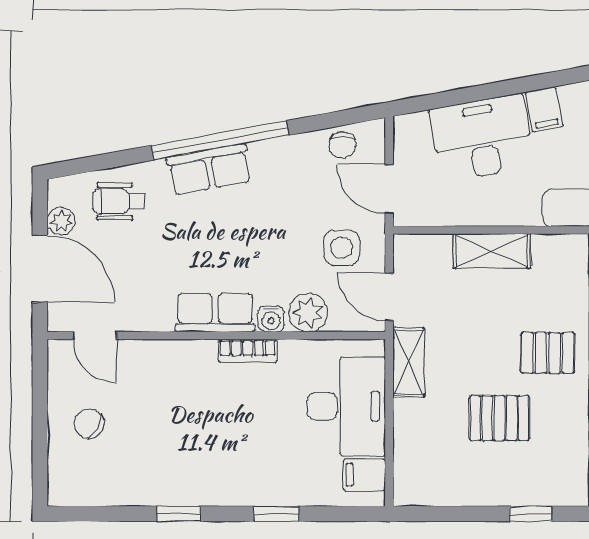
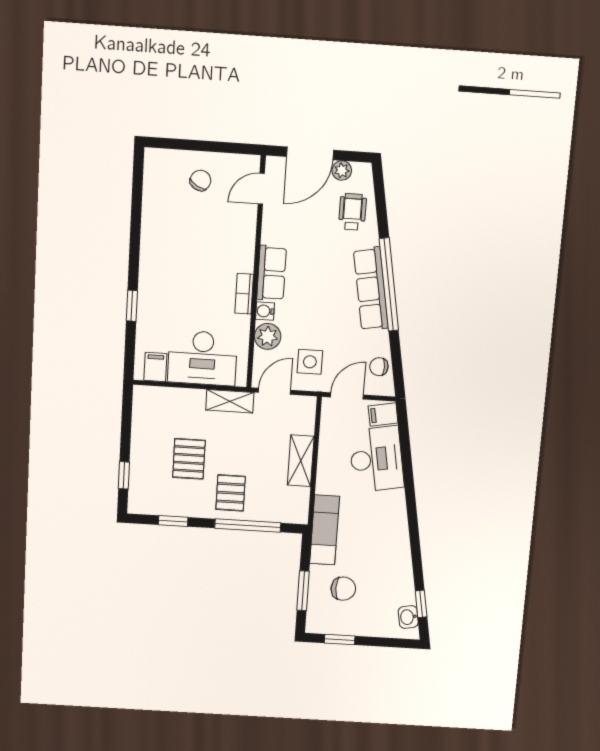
filing cabinet: (544, 109) -> (383, 415), moved
row of seats: (209, 170) -> (371, 289), width x1.48
window: (179, 514) -> (135, 239), removed

